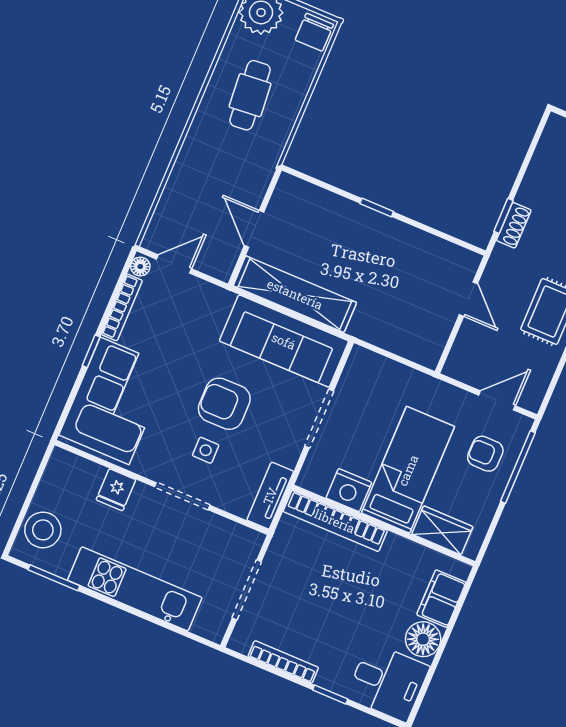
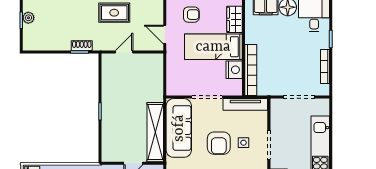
door: (497, 400) -> (165, 35), moved
armchair: (485, 454) -> (191, 15), turned -90
tv unit: (270, 496) -> (245, 104), width x1.41

